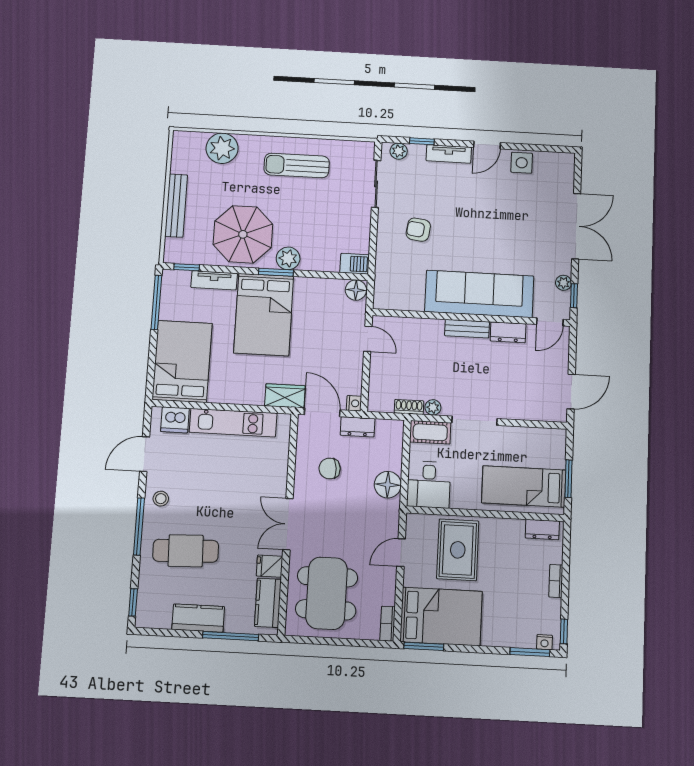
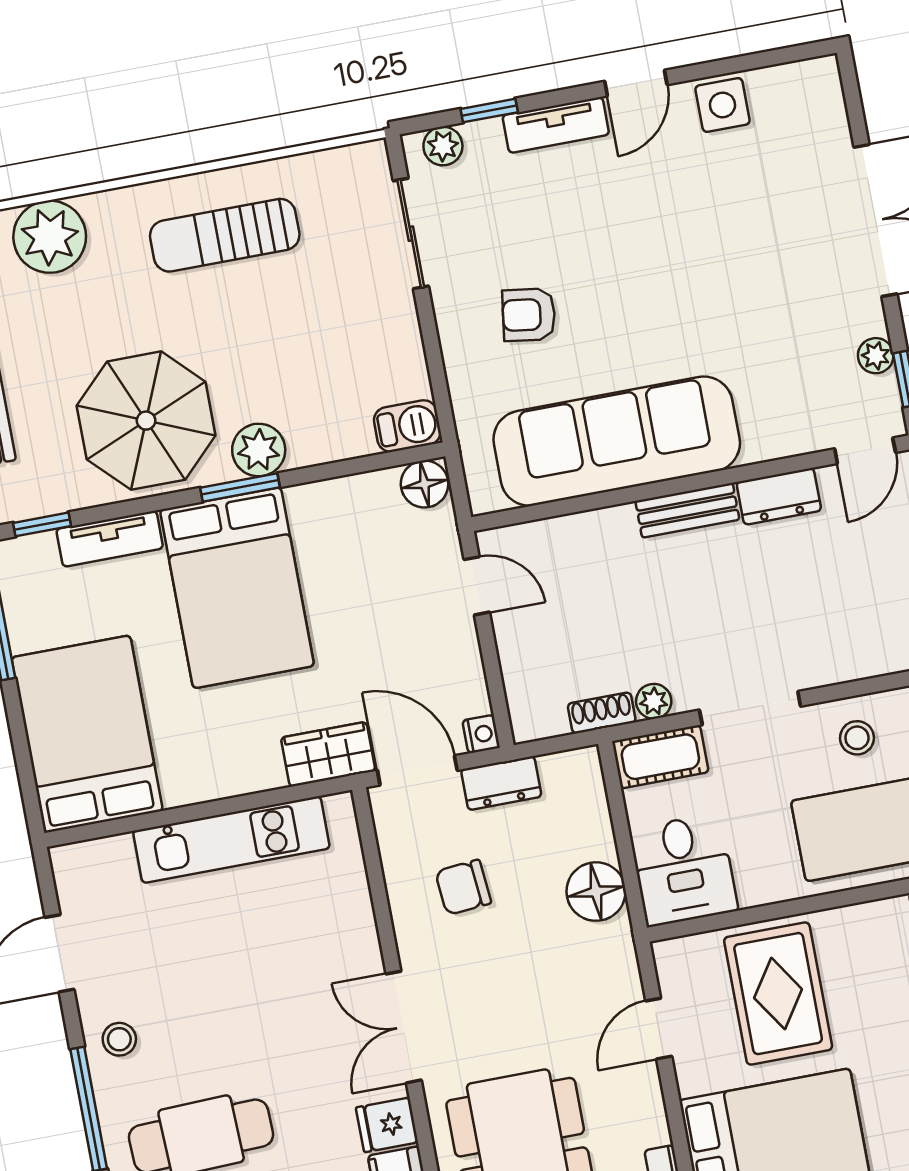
sofa: (479, 294) -> (617, 441), moved
dishwasher: (175, 420) -> (105, 864), removed
stool: (518, 445) -> (857, 738), added

